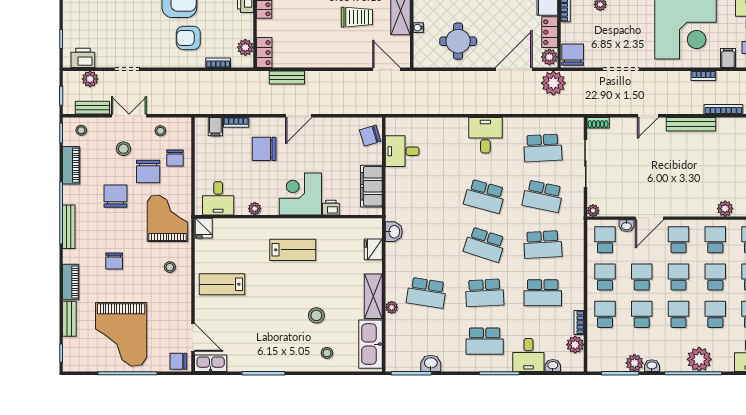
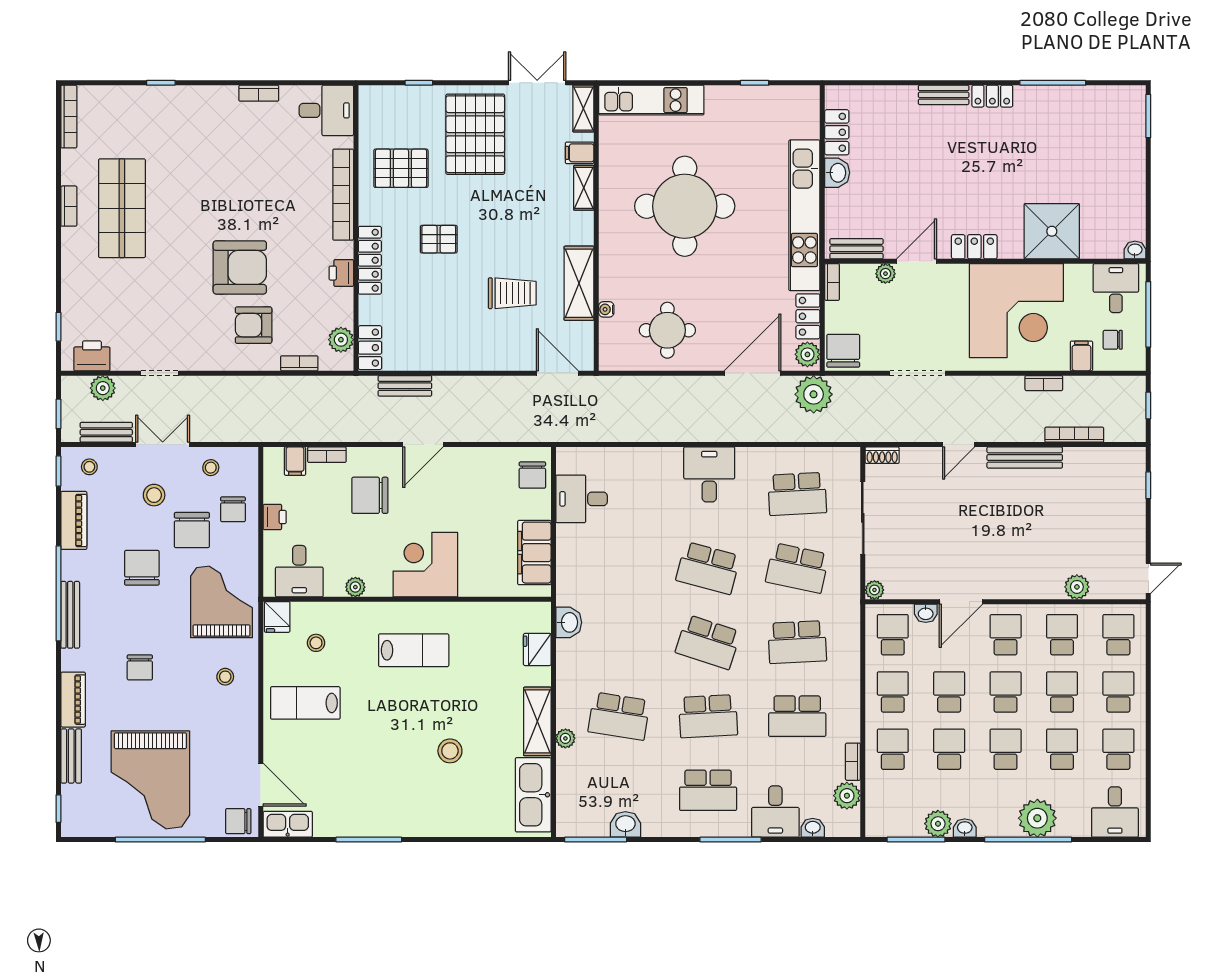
chair: (370, 136) -> (532, 475), turned -73
printer: (331, 208) -> (275, 517), moved, turned 90
stool: (327, 353) -> (316, 643), moved

